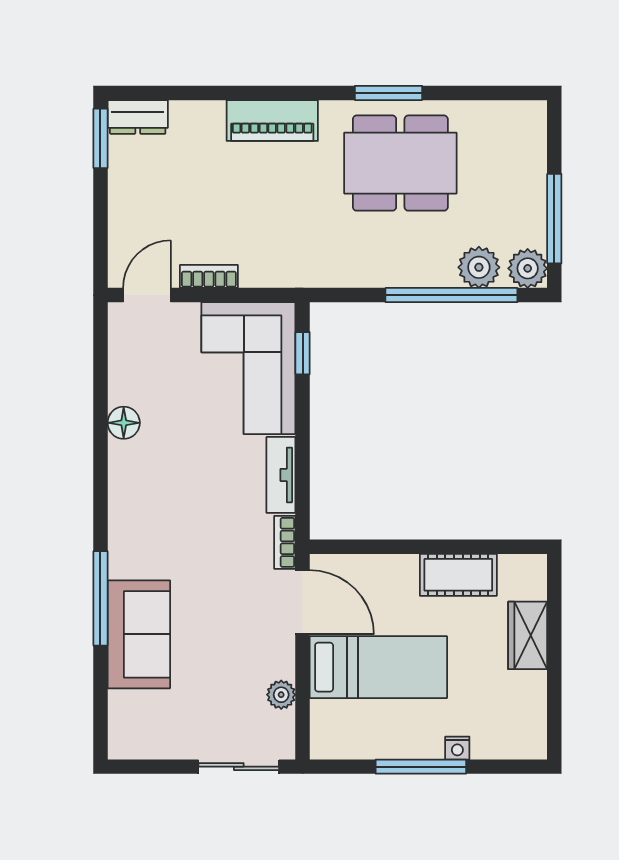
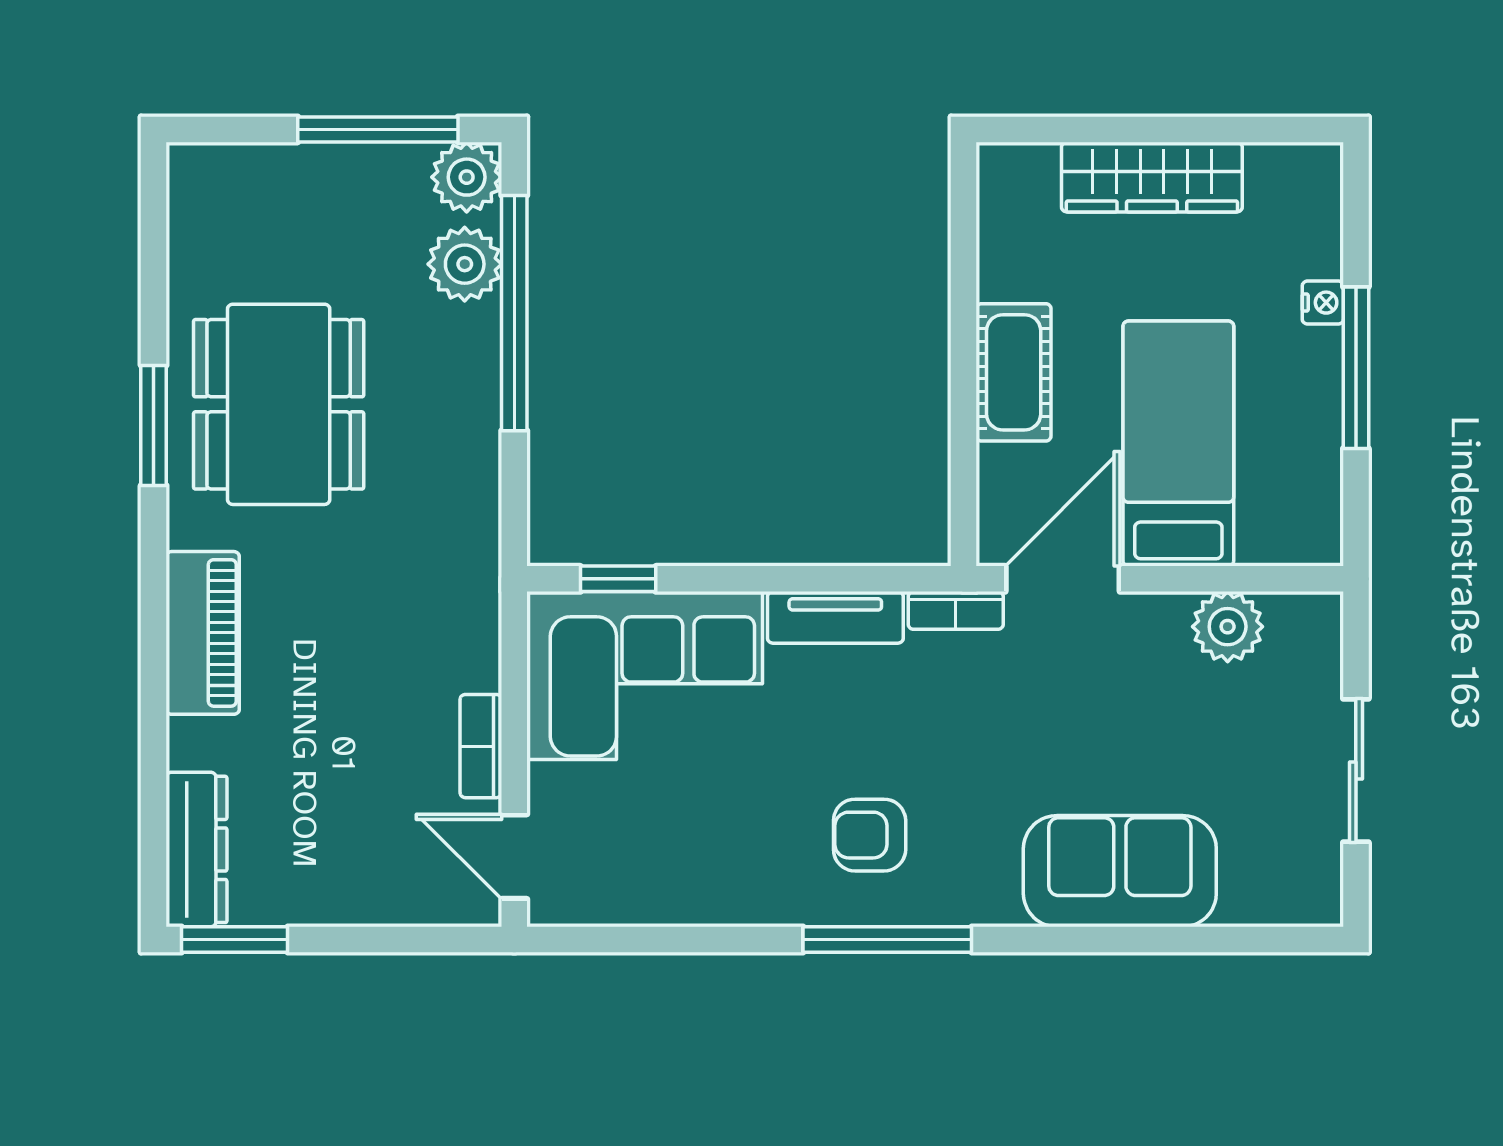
dresser: (138, 117) -> (196, 849), width x1.44
floor lamp: (124, 423) -> (742, 898), removed
armchair: (159, 494) -> (870, 835), added
cot: (458, 575) -> (1014, 372), moved
window: (100, 598) -> (887, 940), moved
wardrobe: (528, 635) -> (1152, 177), width x1.50
plant: (281, 695) -> (1228, 627), width x1.38, depth x1.38
sliding door: (239, 767) -> (1356, 771), moved

